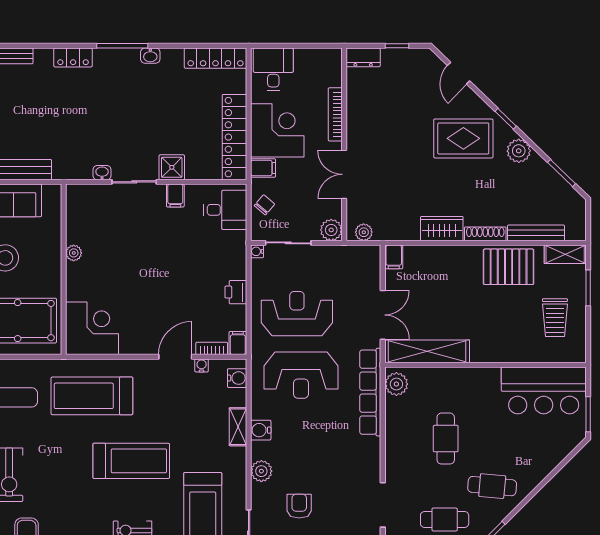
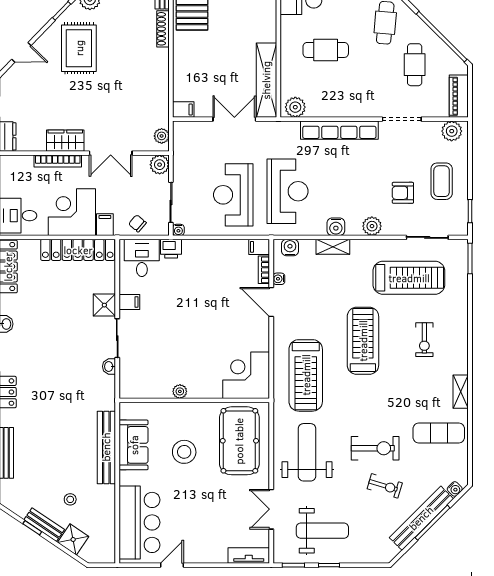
wardrobe: (442, 229) -> (65, 141), moved, turned 90
printer: (236, 292) -> (171, 249), moved
row of seats: (370, 392) -> (339, 130), moved
cafe table: (446, 439) -> (326, 50), moved

